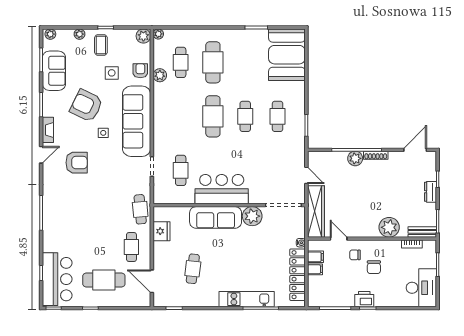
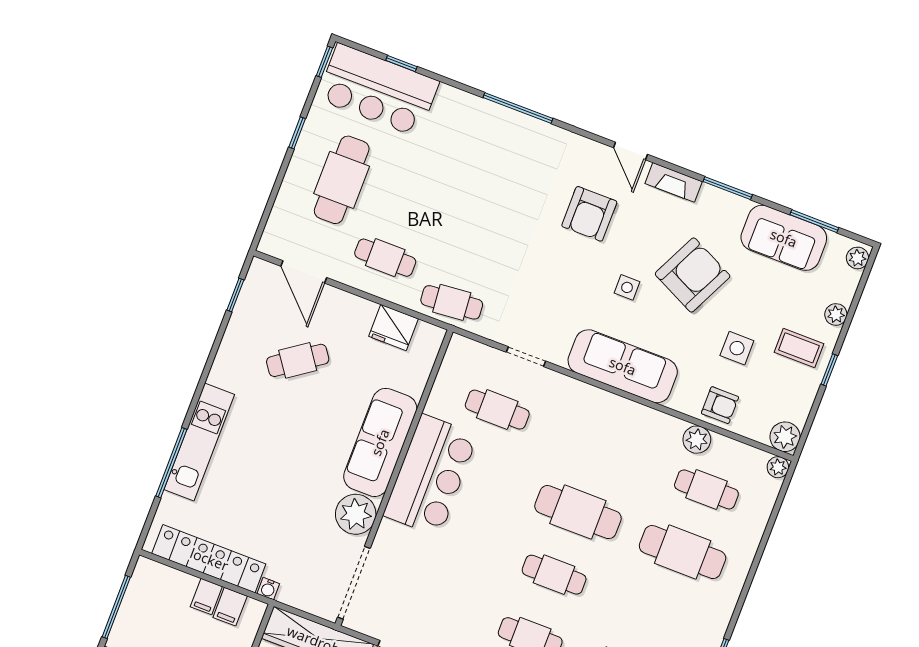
sofa: (137, 121) -> (623, 366), width x0.74, depth x0.79
cafe table: (193, 269) -> (298, 360), turned -42
door: (152, 281) -> (304, 272), swing flipped

